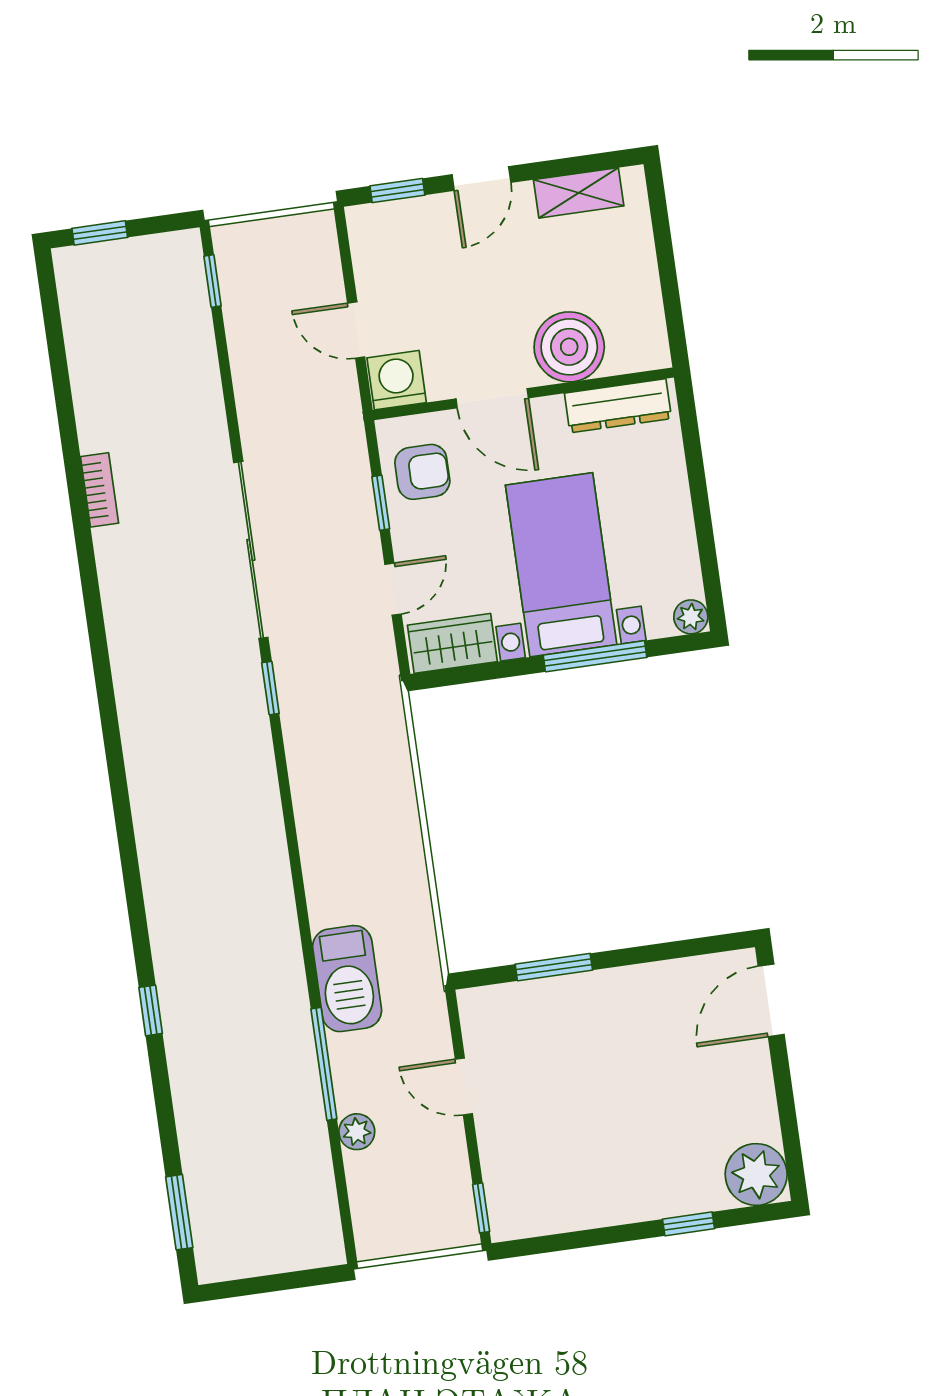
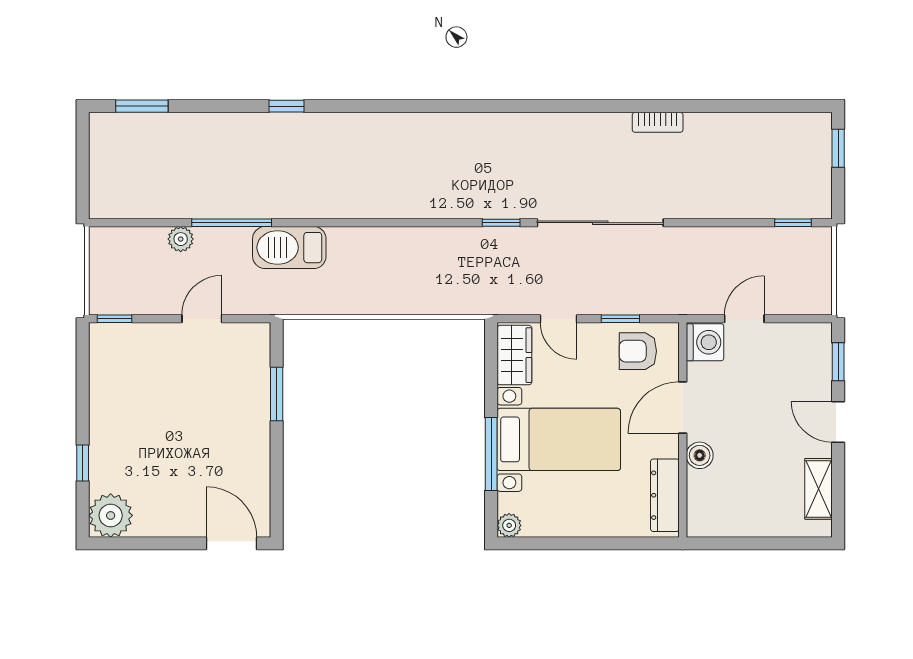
boiler: (569, 347) -> (700, 455), width x0.54, depth x0.54
armchair: (422, 472) -> (638, 351), turned 90

